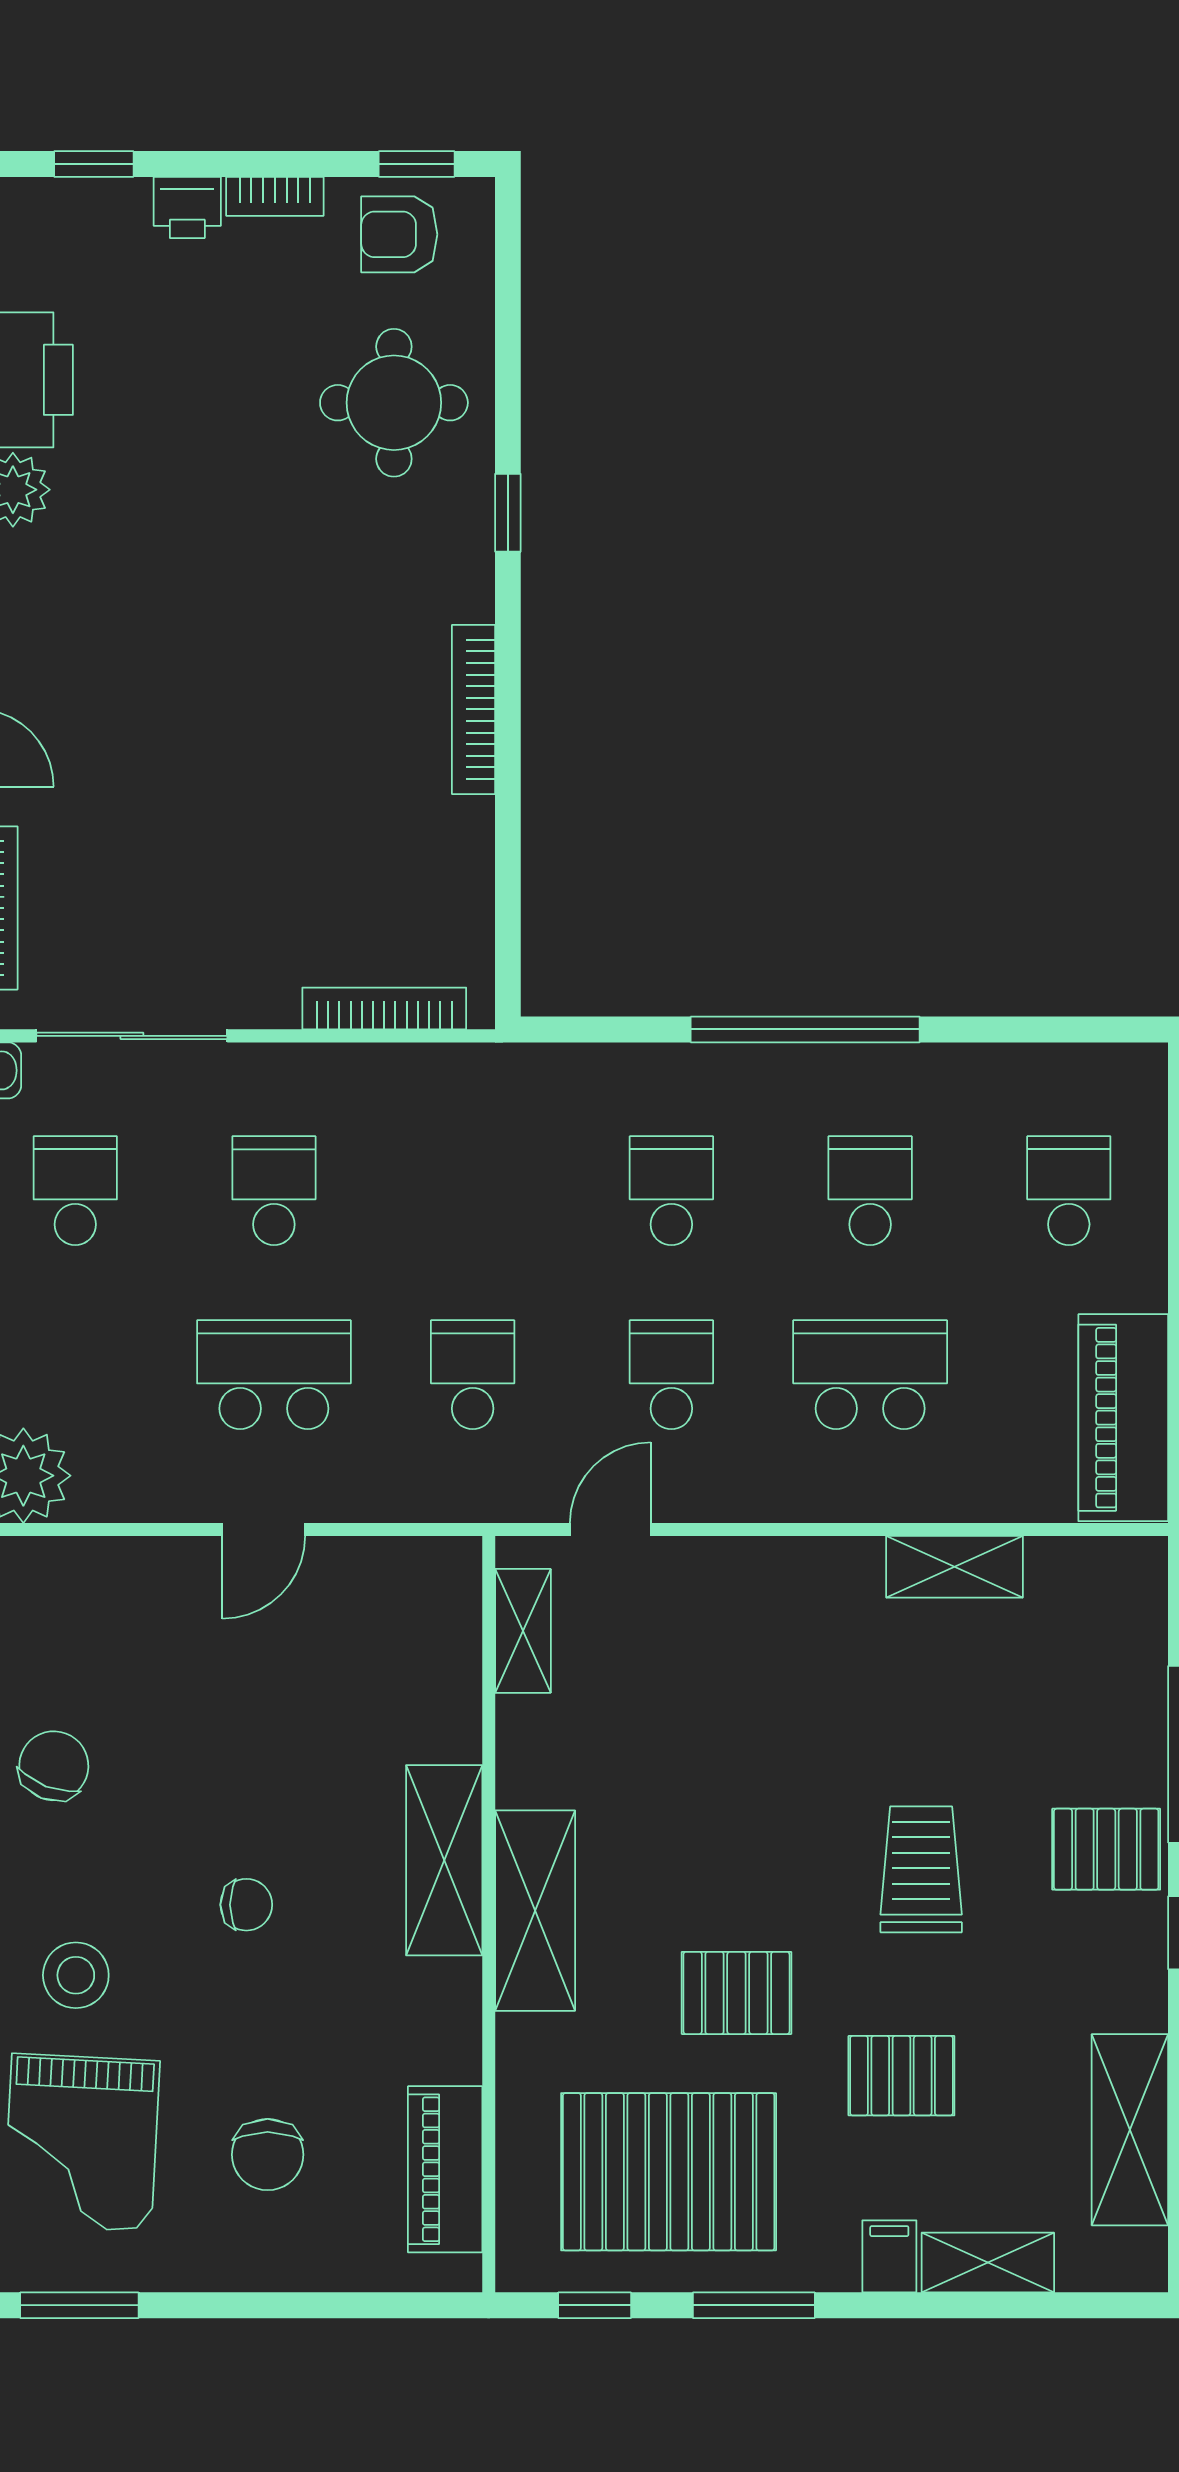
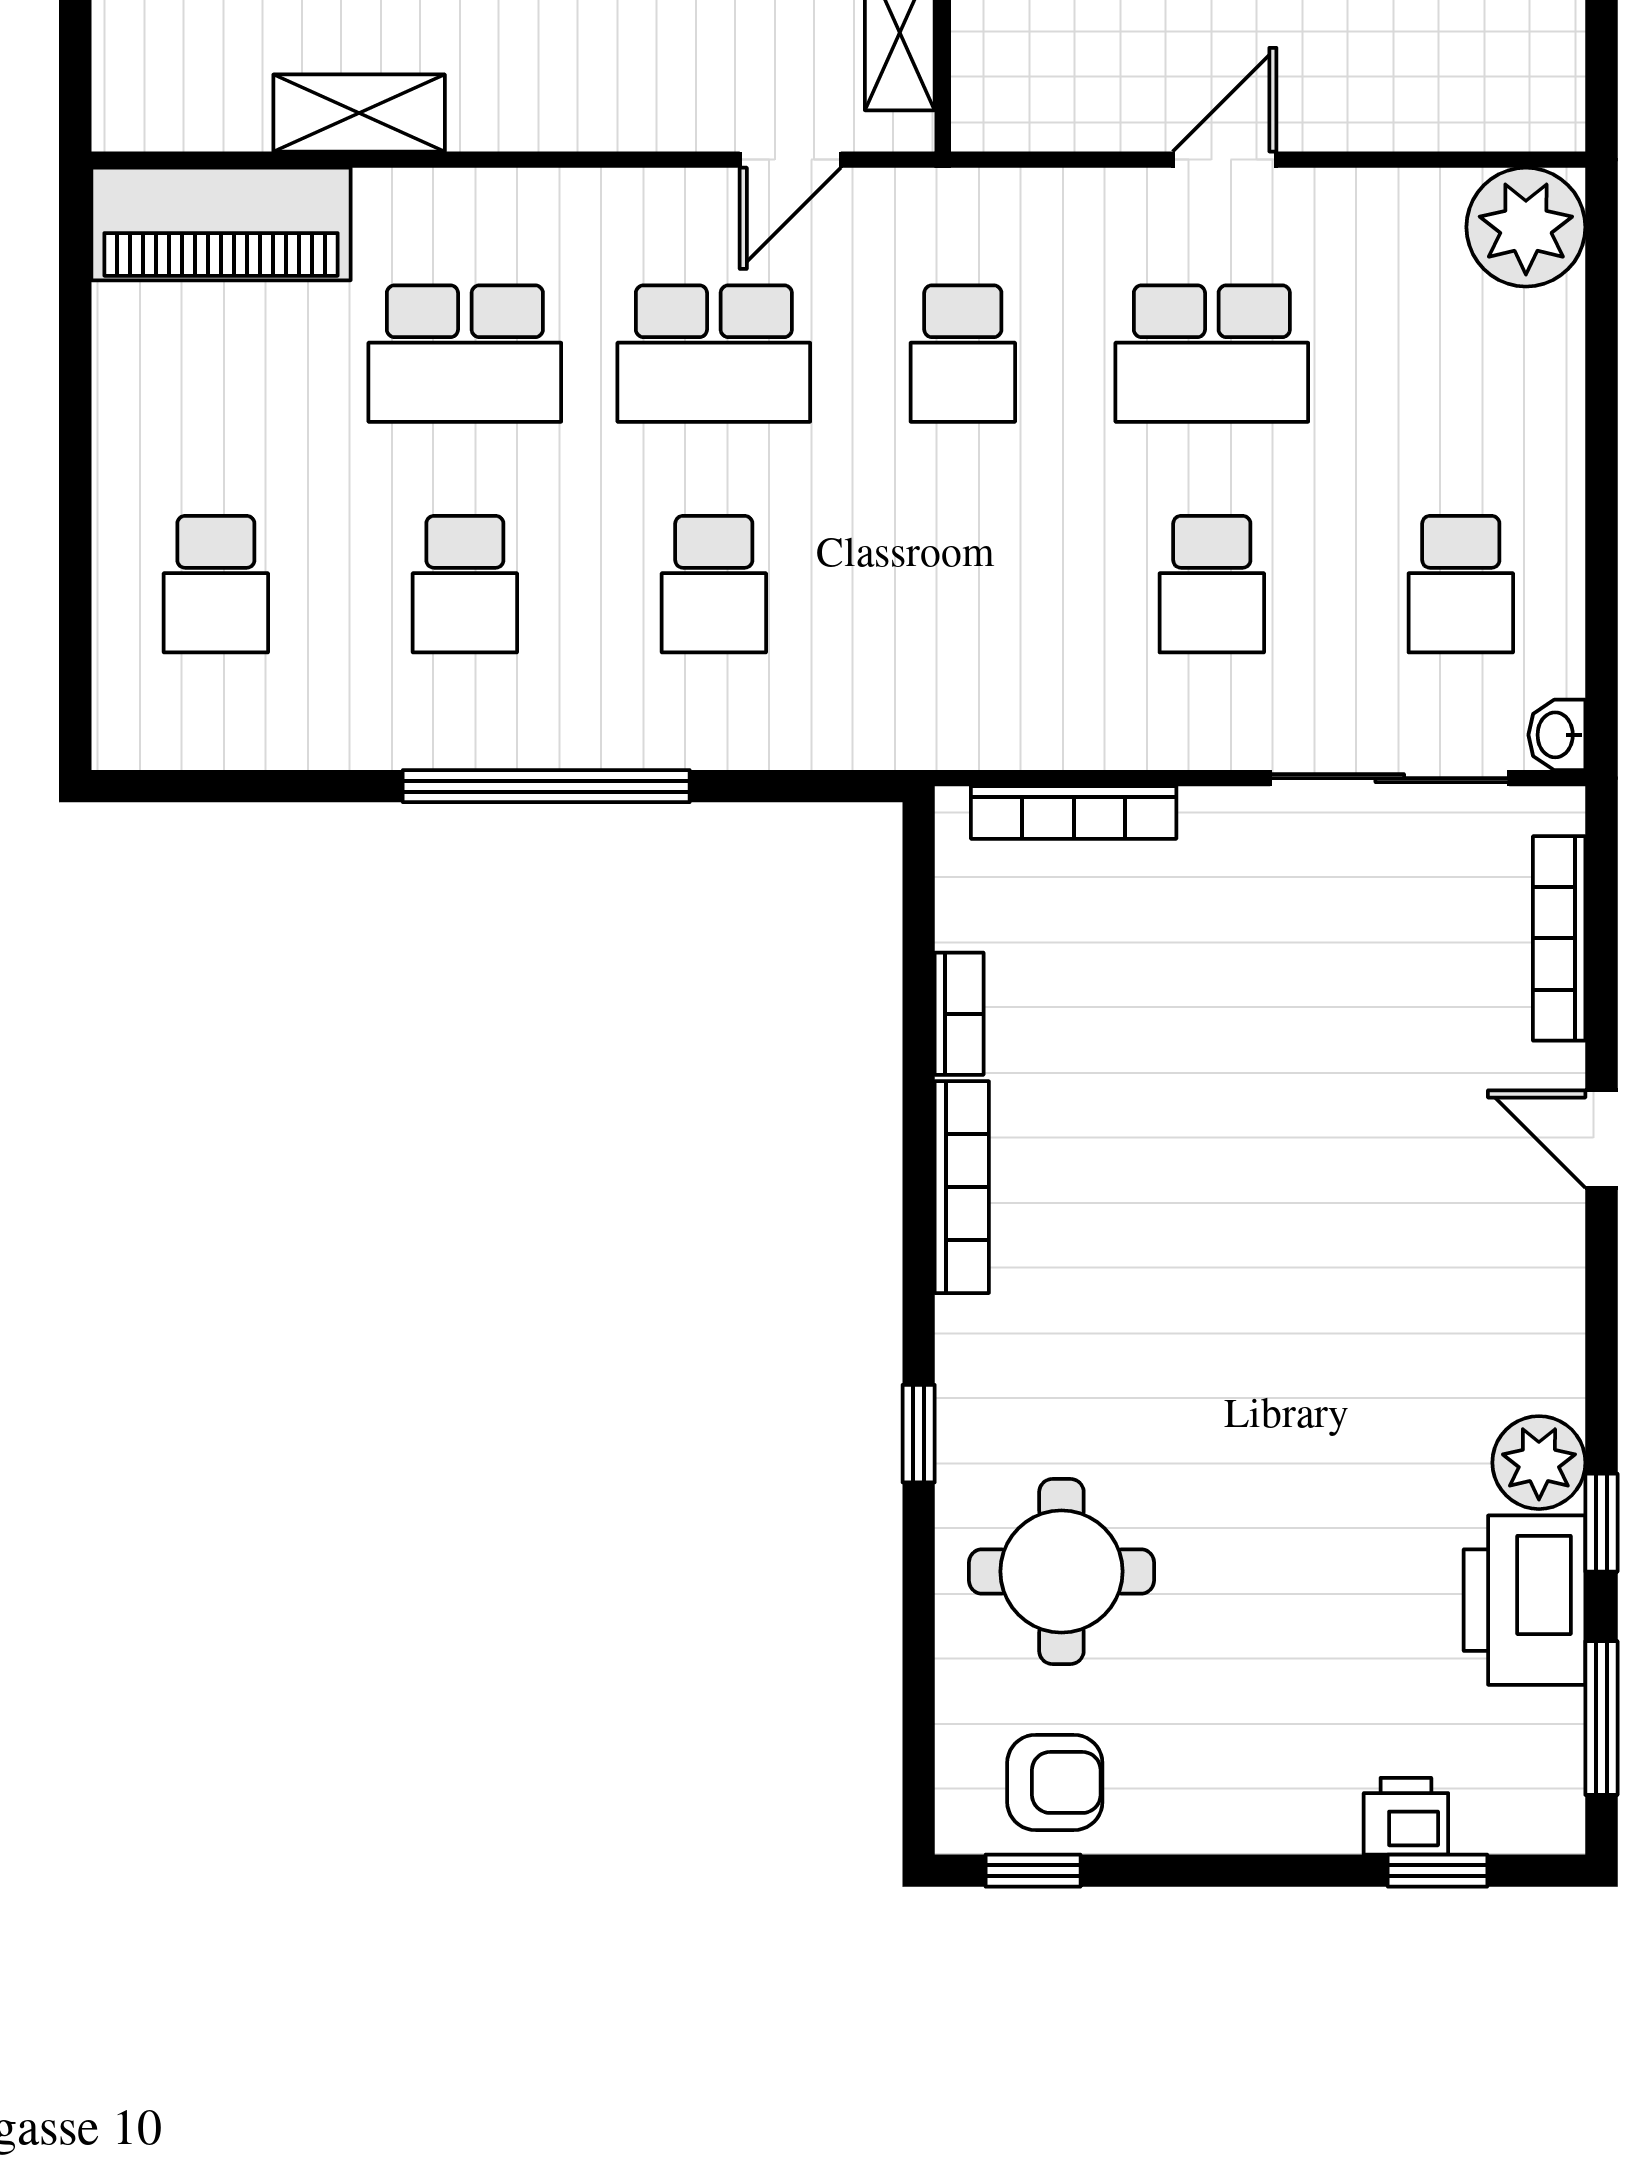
bookcase: (275, 196) -> (959, 1014), moved, turned 90
printer: (187, 207) -> (1406, 1816), moved
school desk: (671, 1375) -> (714, 354), width x1.85
piano: (1123, 1418) -> (221, 224), moved, turned 90

